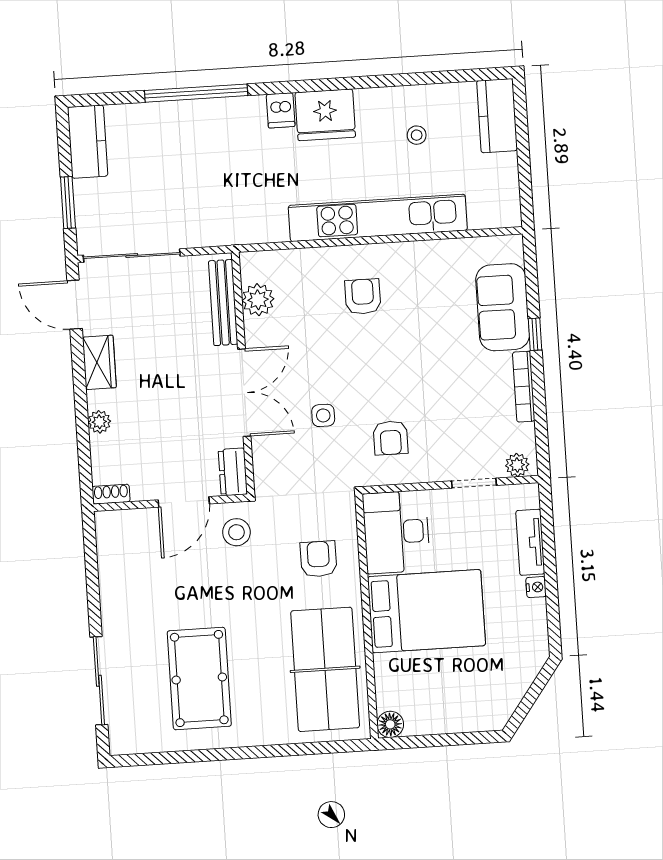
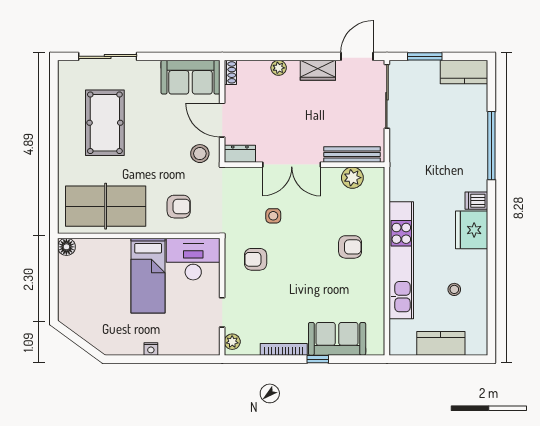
kitchen counter: (497, 116) -> (441, 343), moved
tv unit: (530, 542) -> (181, 347), removed
sofa: (122, 554) -> (191, 77), added
bed: (426, 611) -> (148, 276), width x0.67
pool table: (199, 679) -> (105, 123), turned 90

